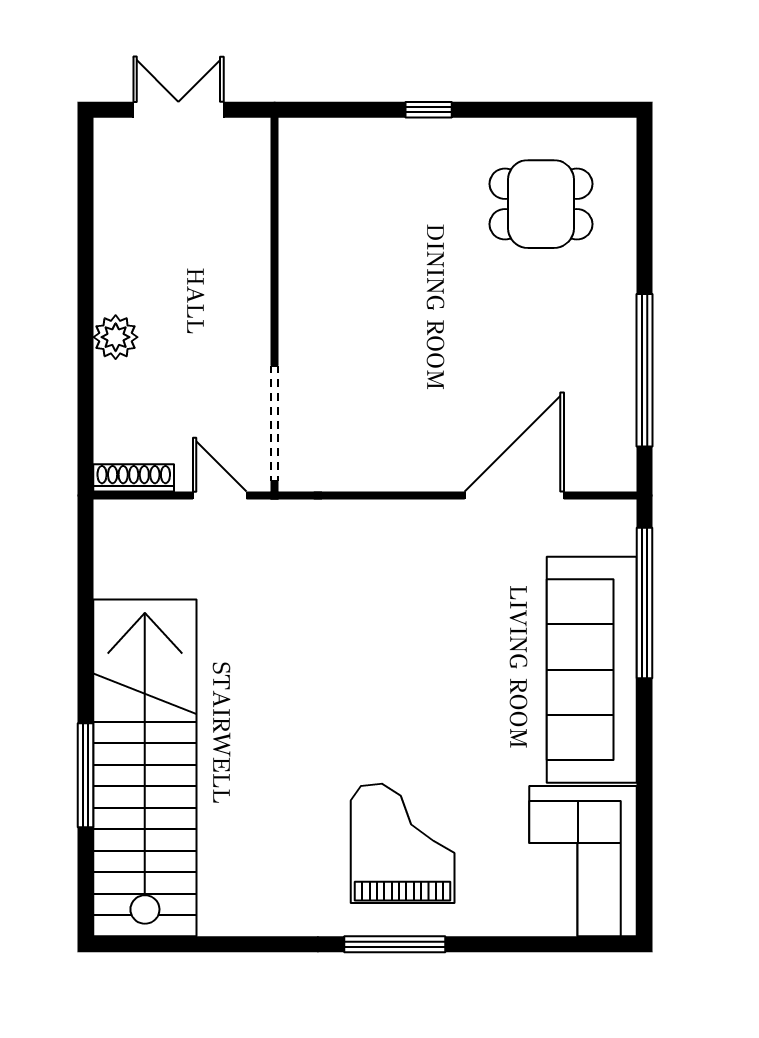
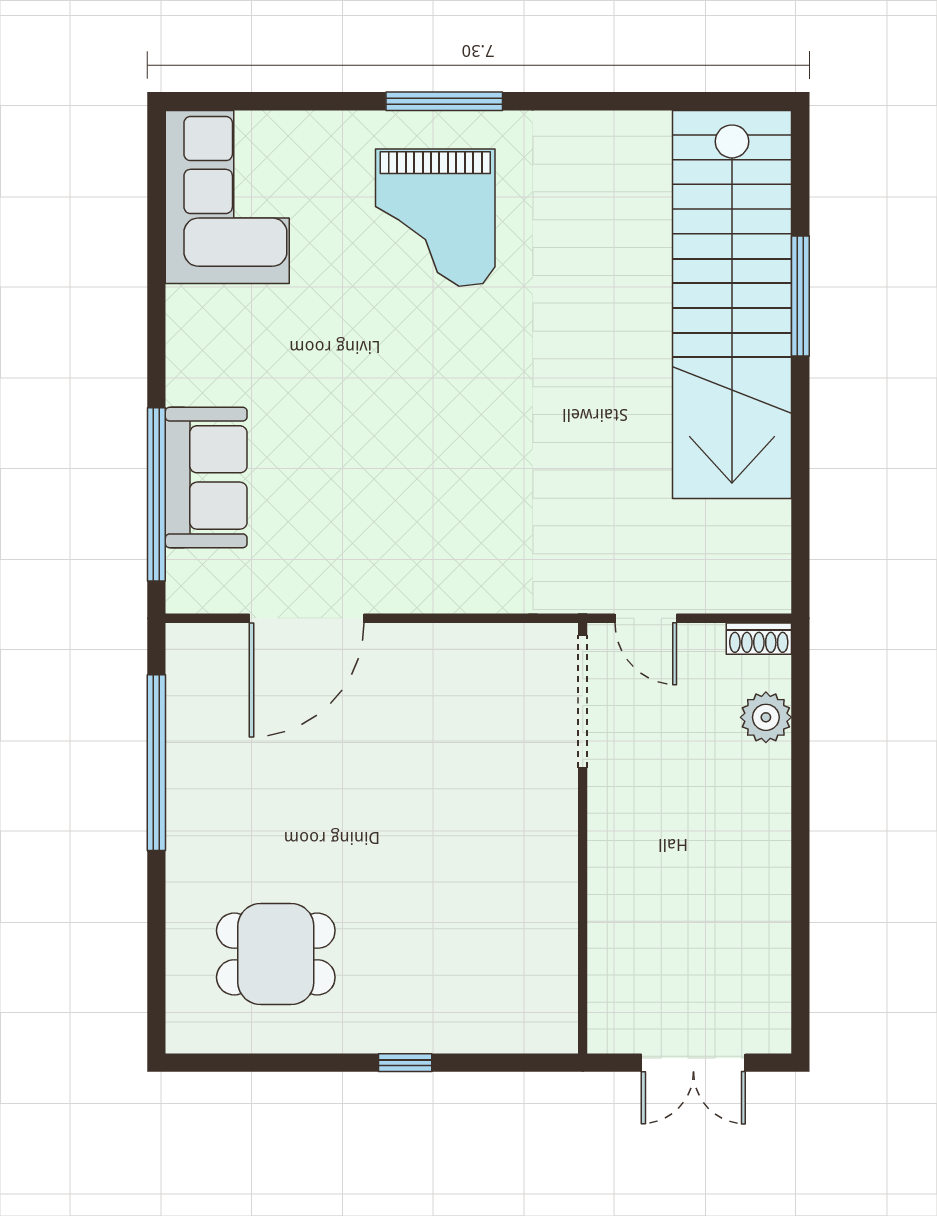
plant: (116, 337) -> (766, 717), moved
shoe rack: (134, 478) -> (759, 639), width x0.70
sofa: (592, 670) -> (206, 477), width x0.54, depth x0.79

